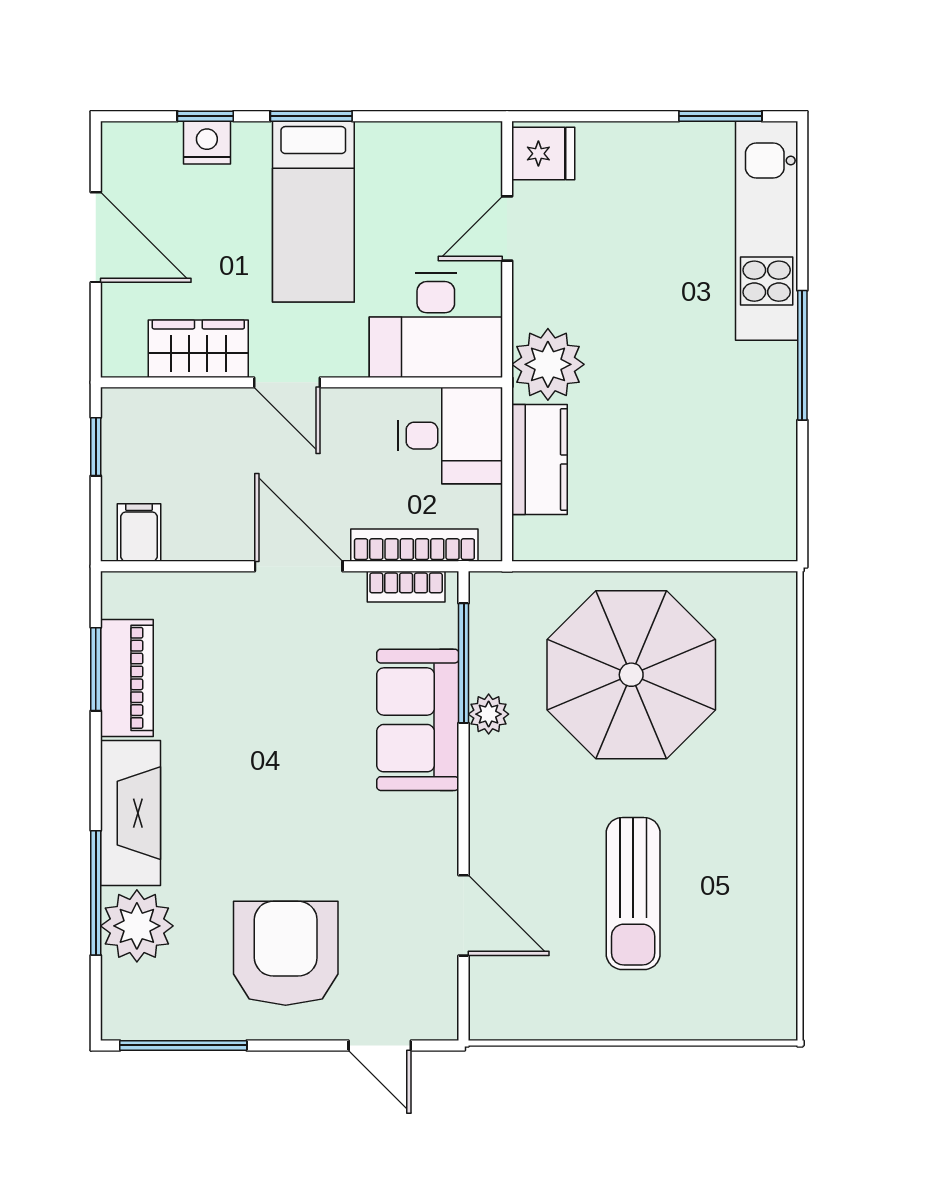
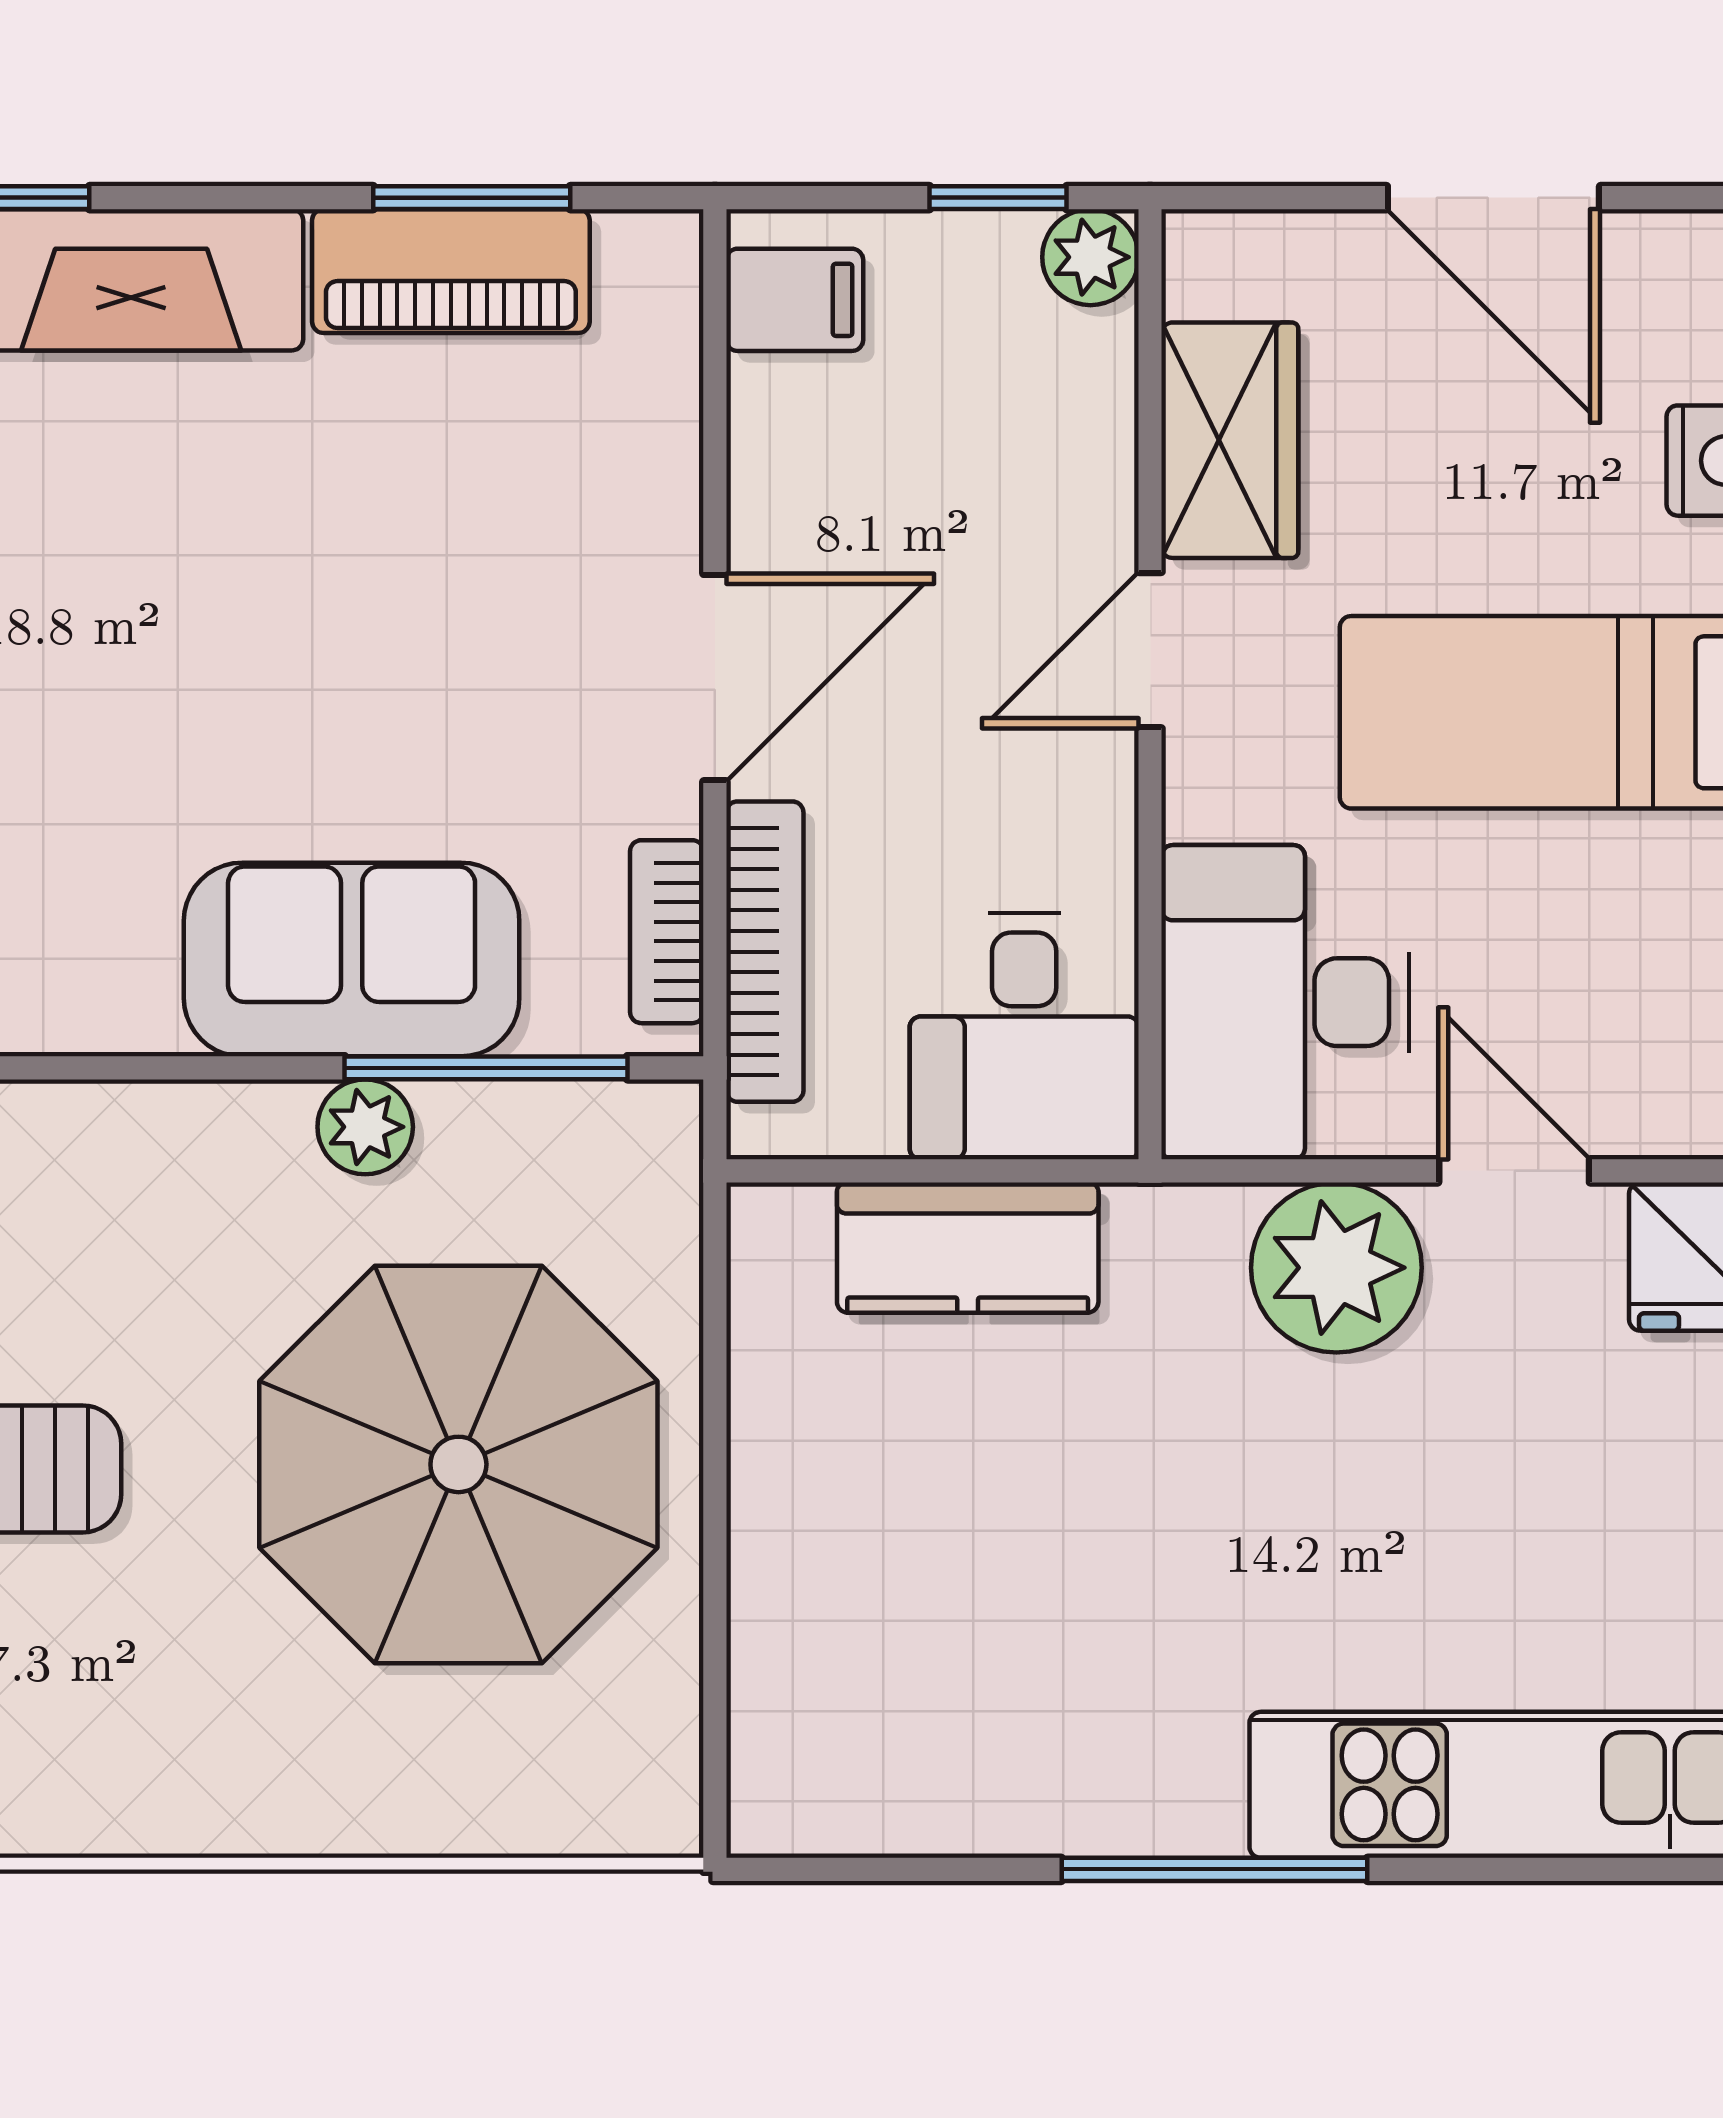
door: (96, 237) -> (1493, 198), hinge flipped
plant: (548, 364) -> (1336, 1268), moved
plant: (121, 408) -> (1090, 257), added

